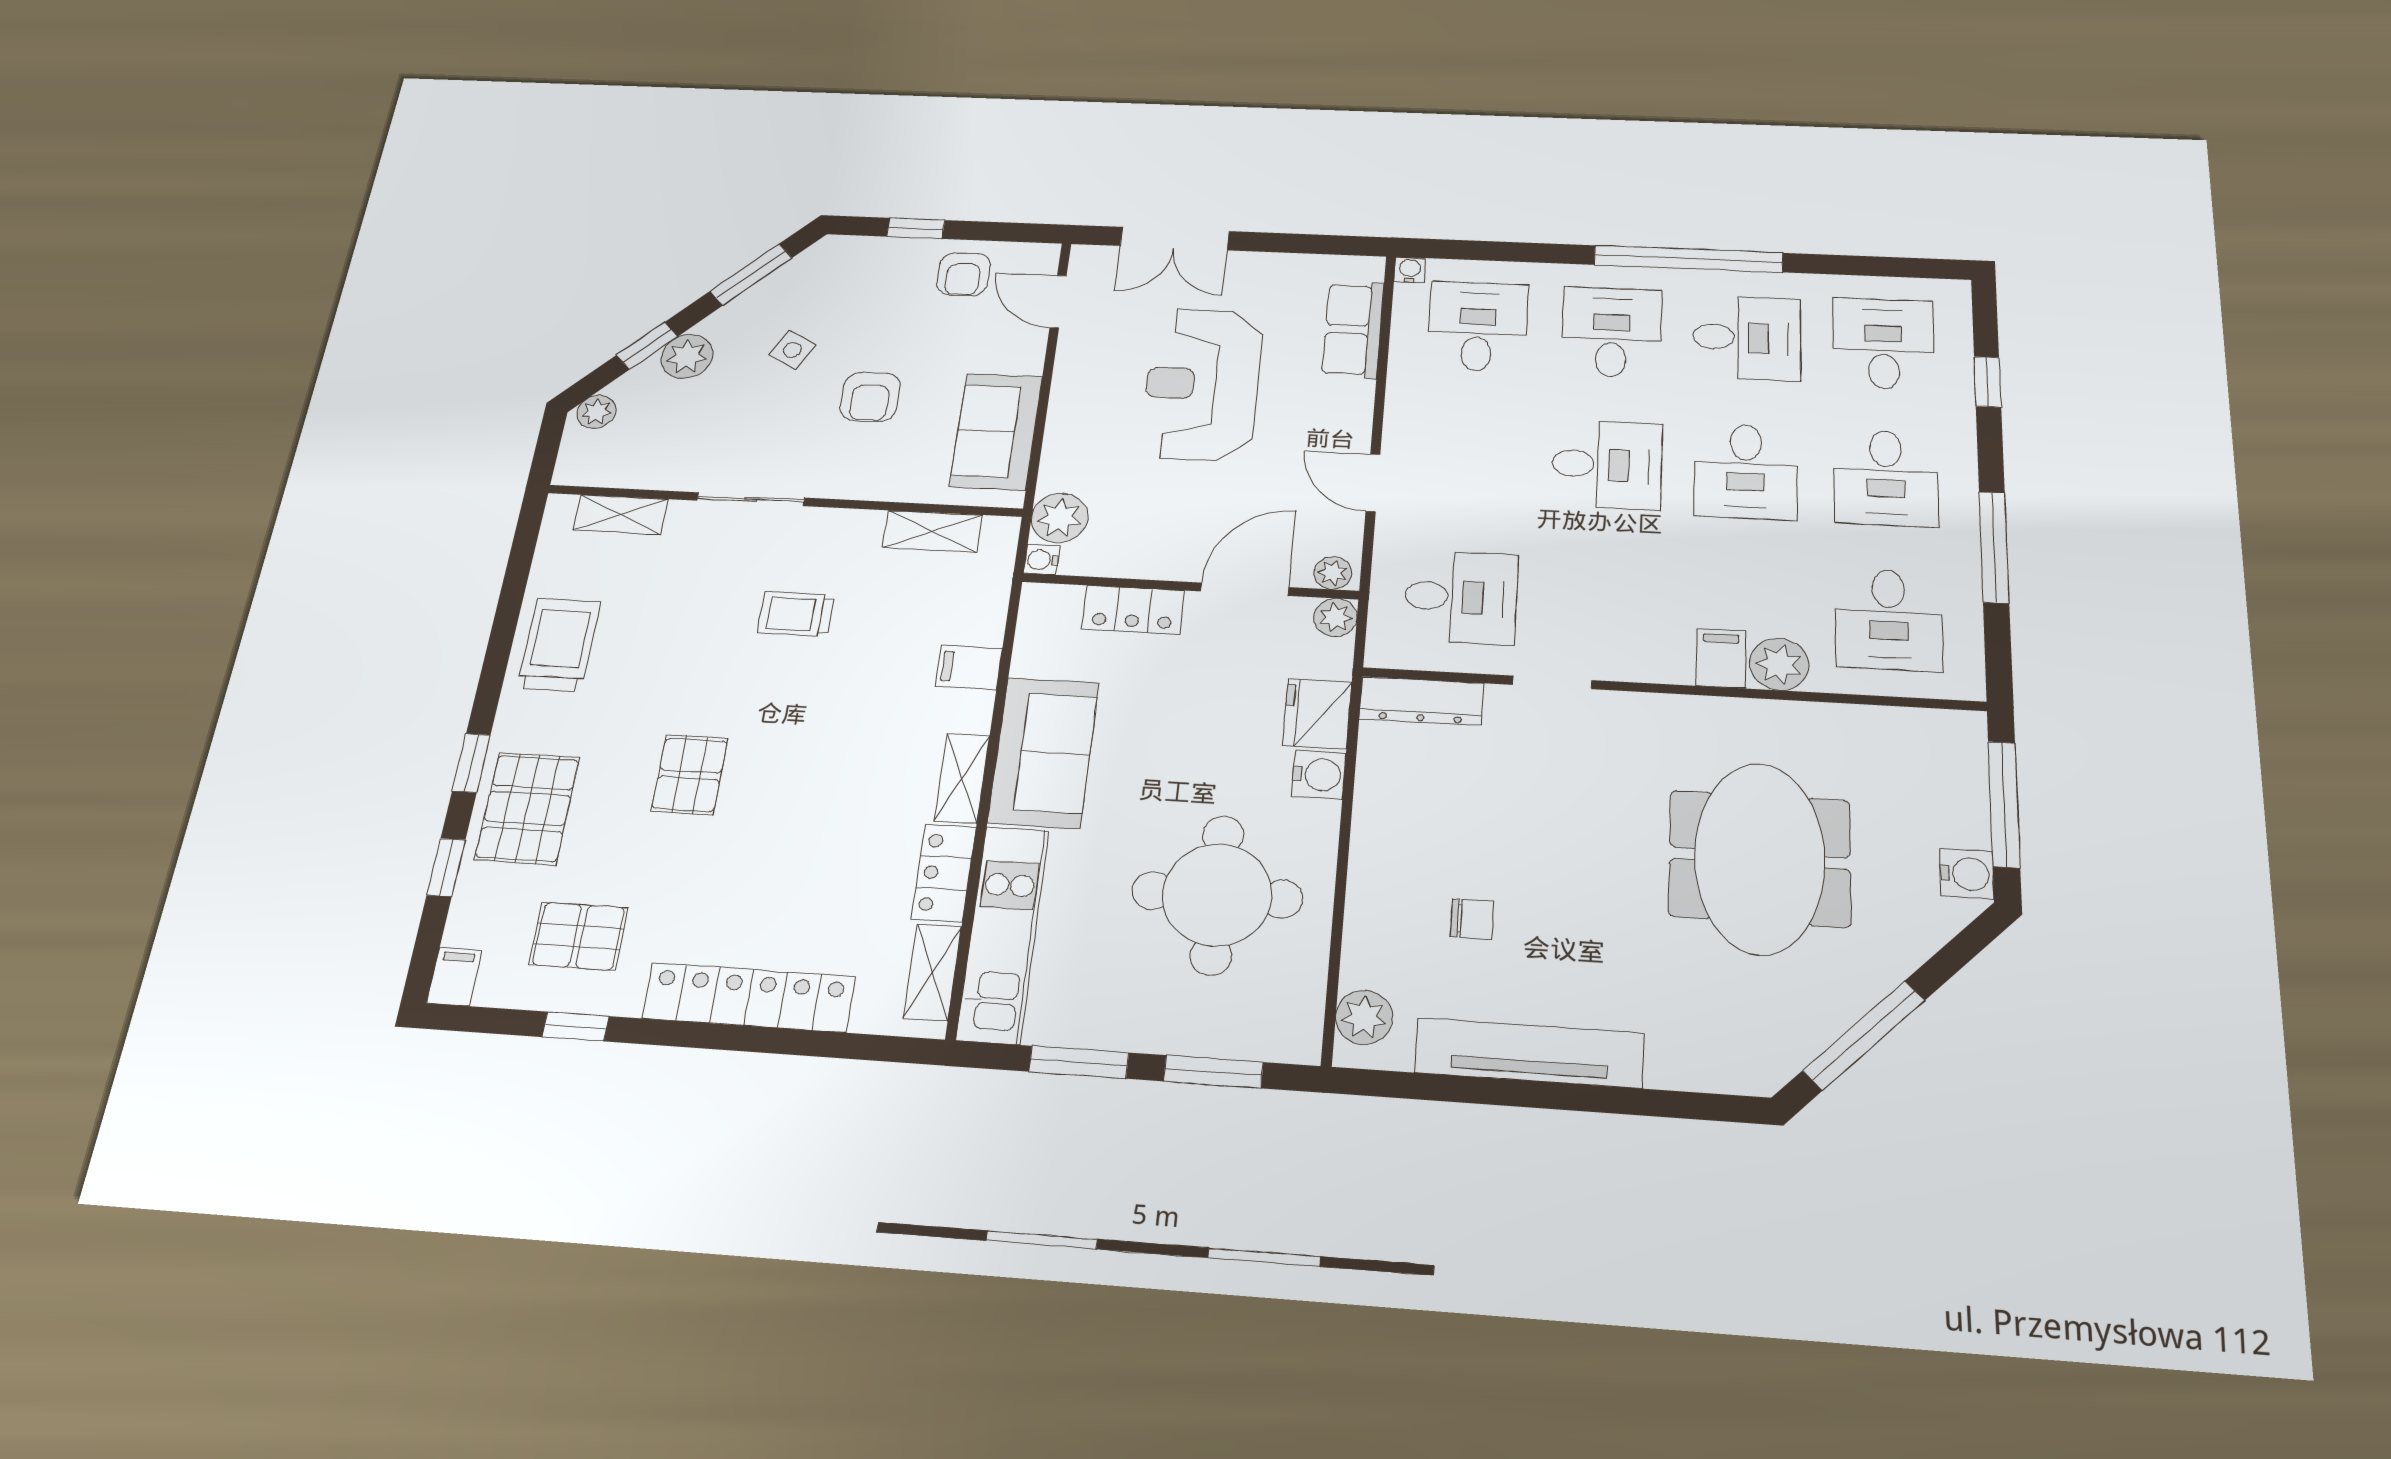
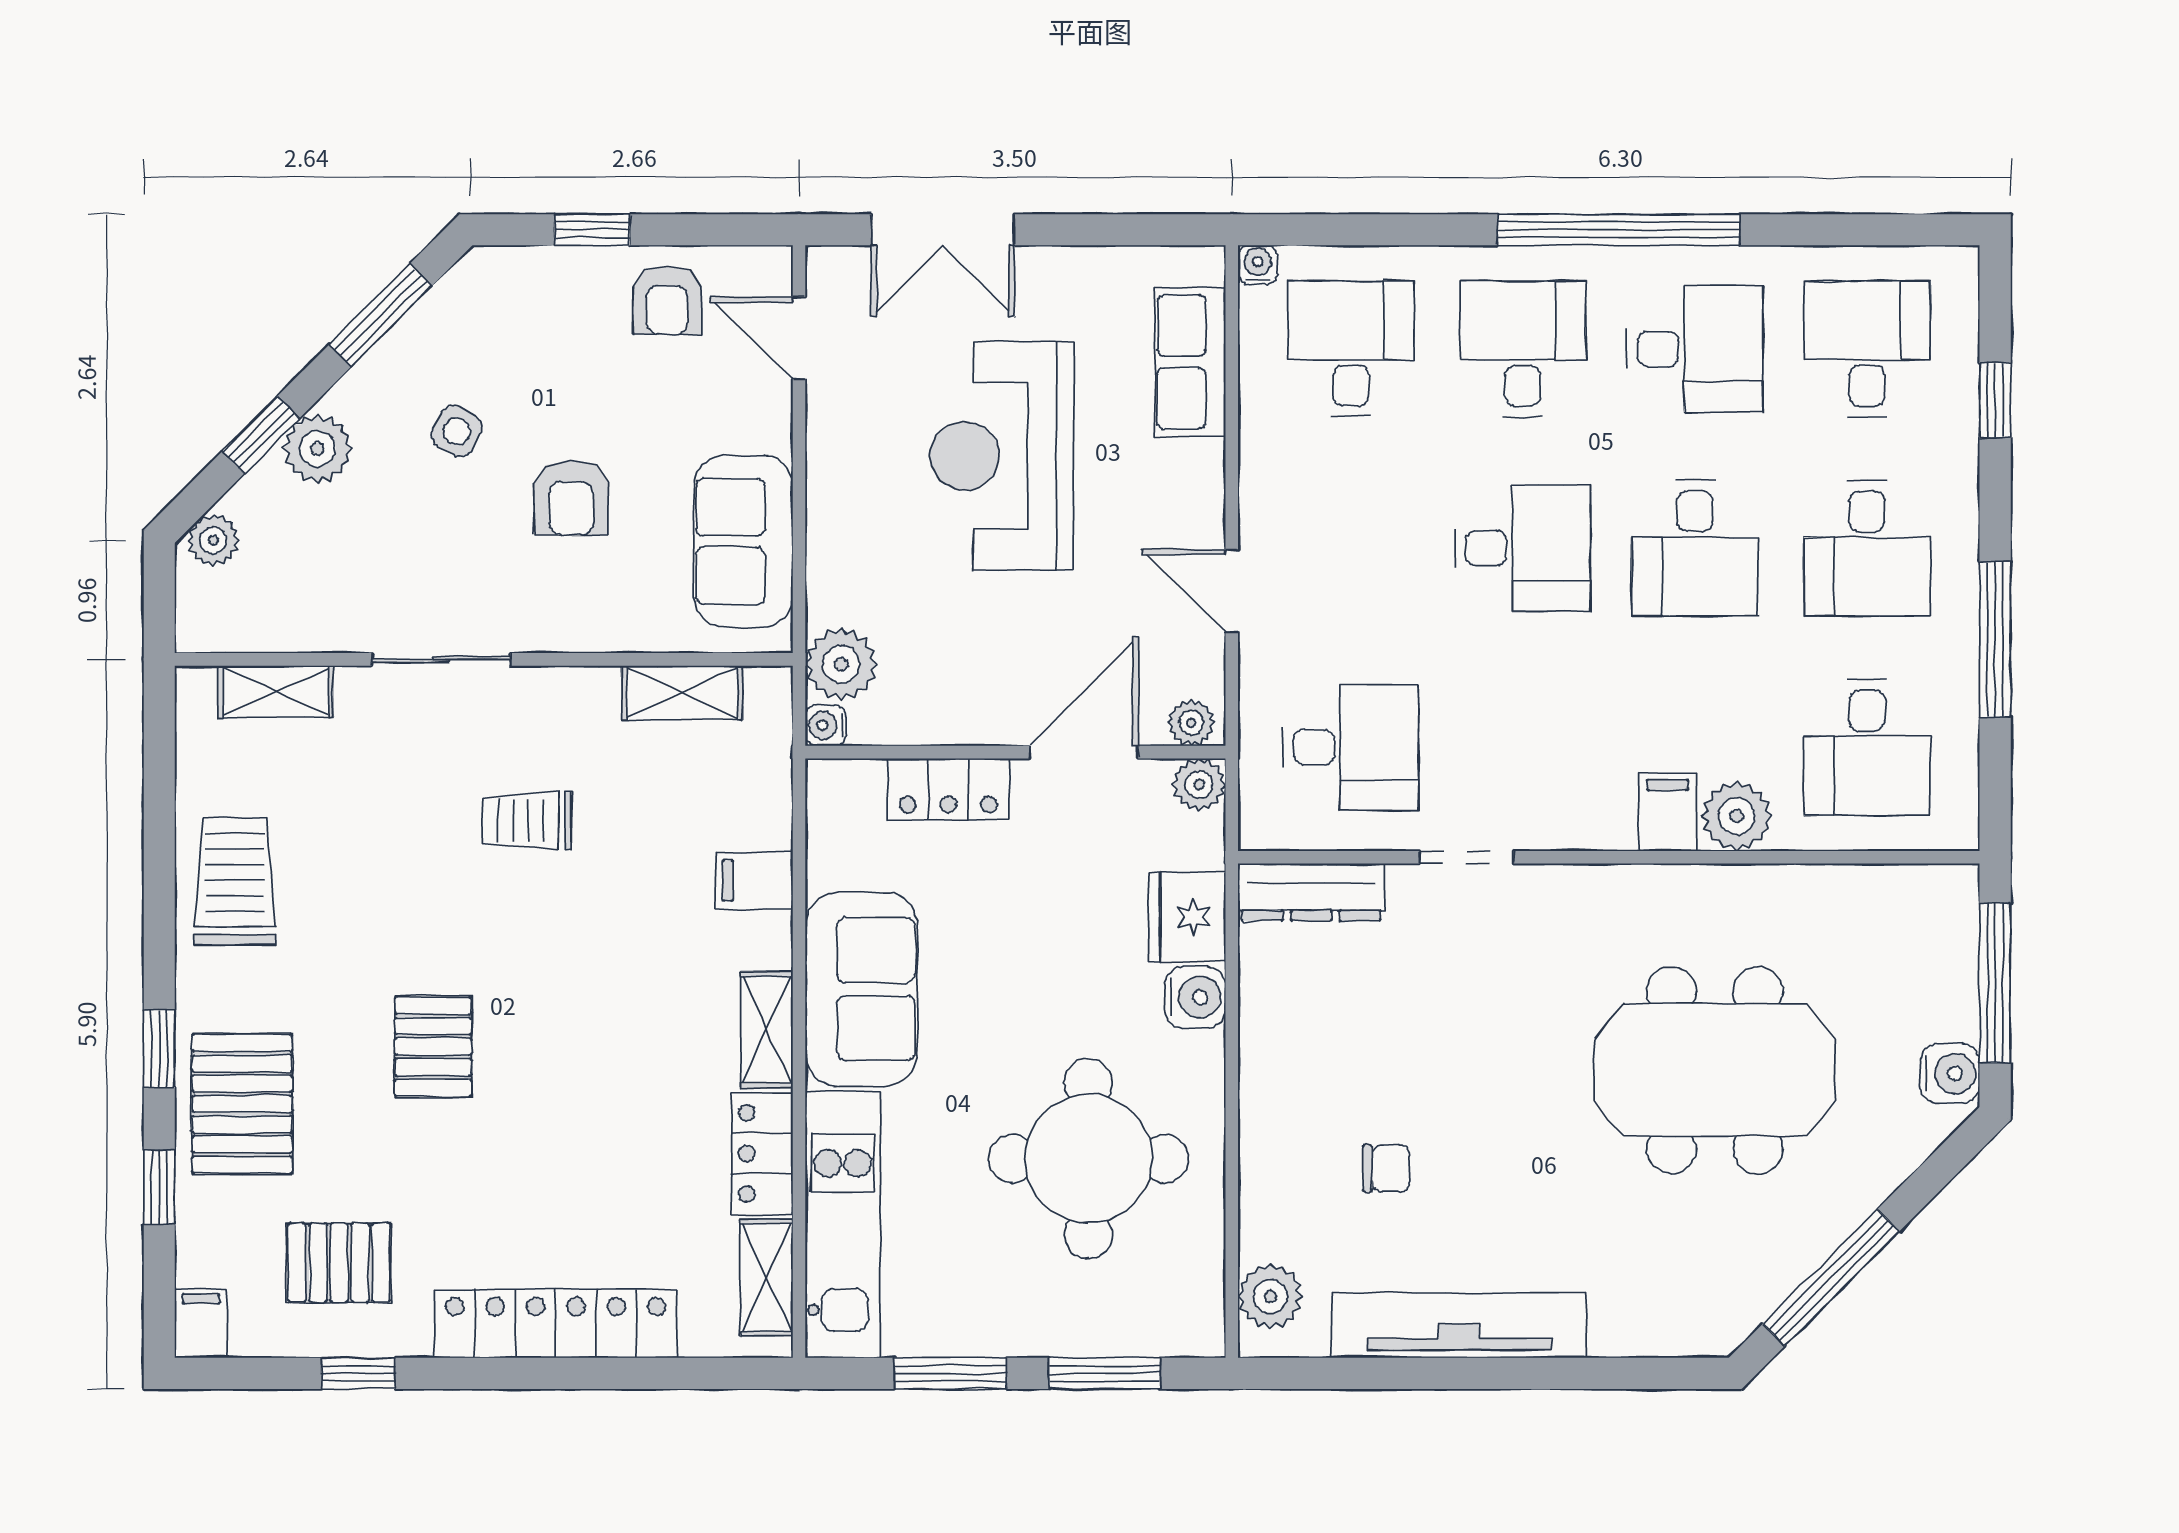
meeting table: (1760, 858) -> (1715, 1070), turned 90

